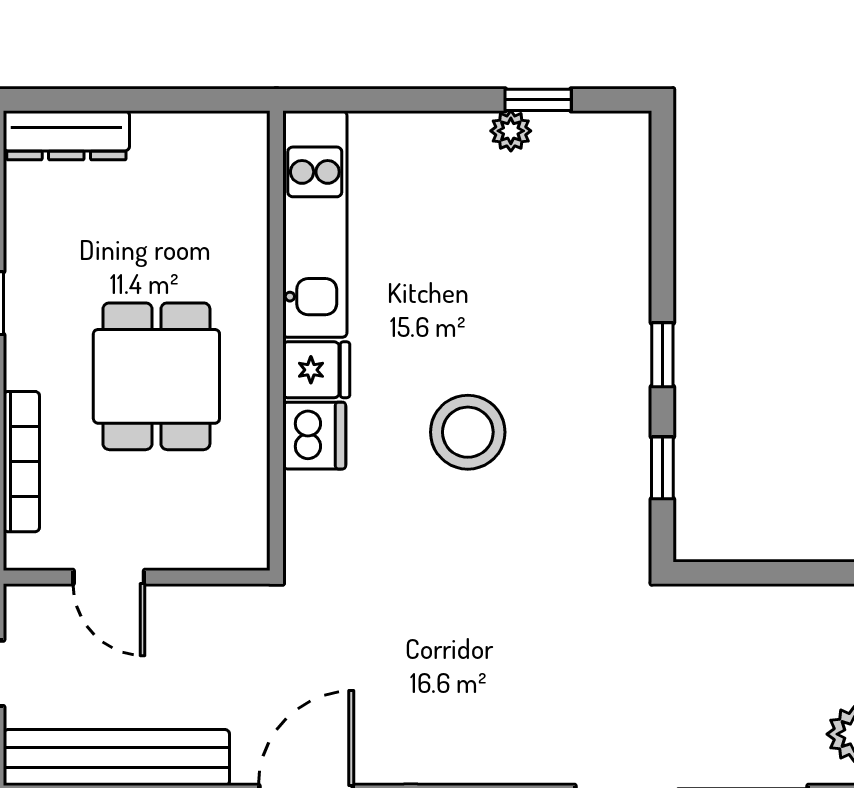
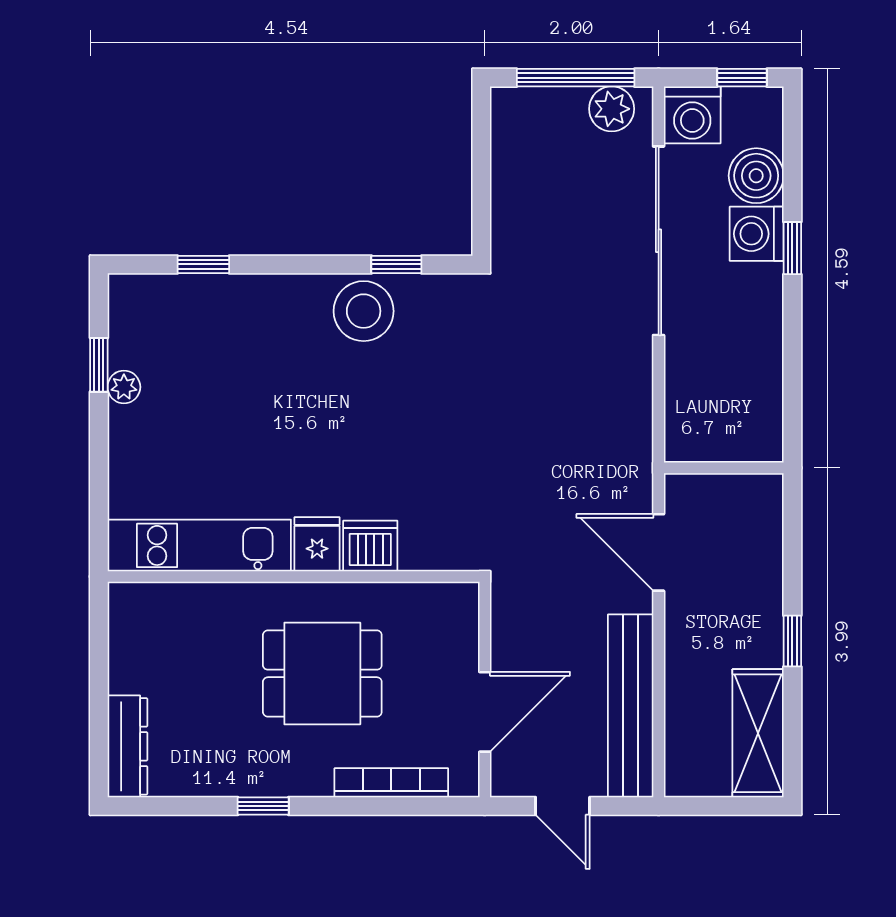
window: (662, 355) -> (203, 264), moved
stool: (468, 432) -> (364, 311), moved
door: (109, 577) -> (485, 712), width x1.38

